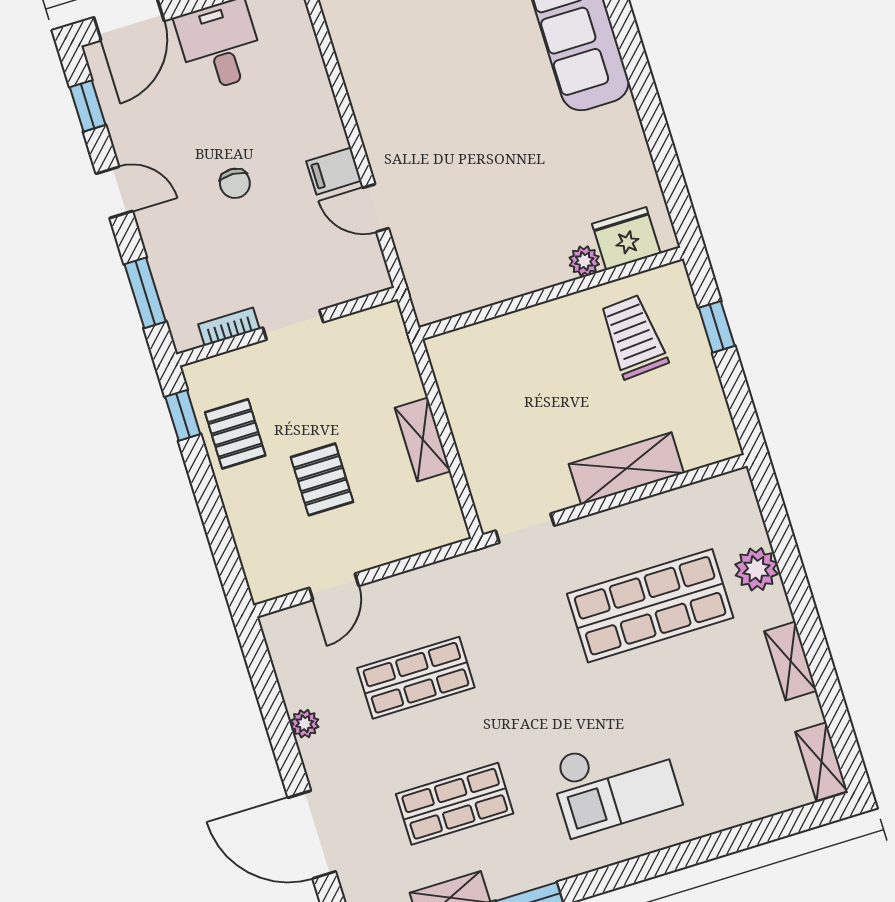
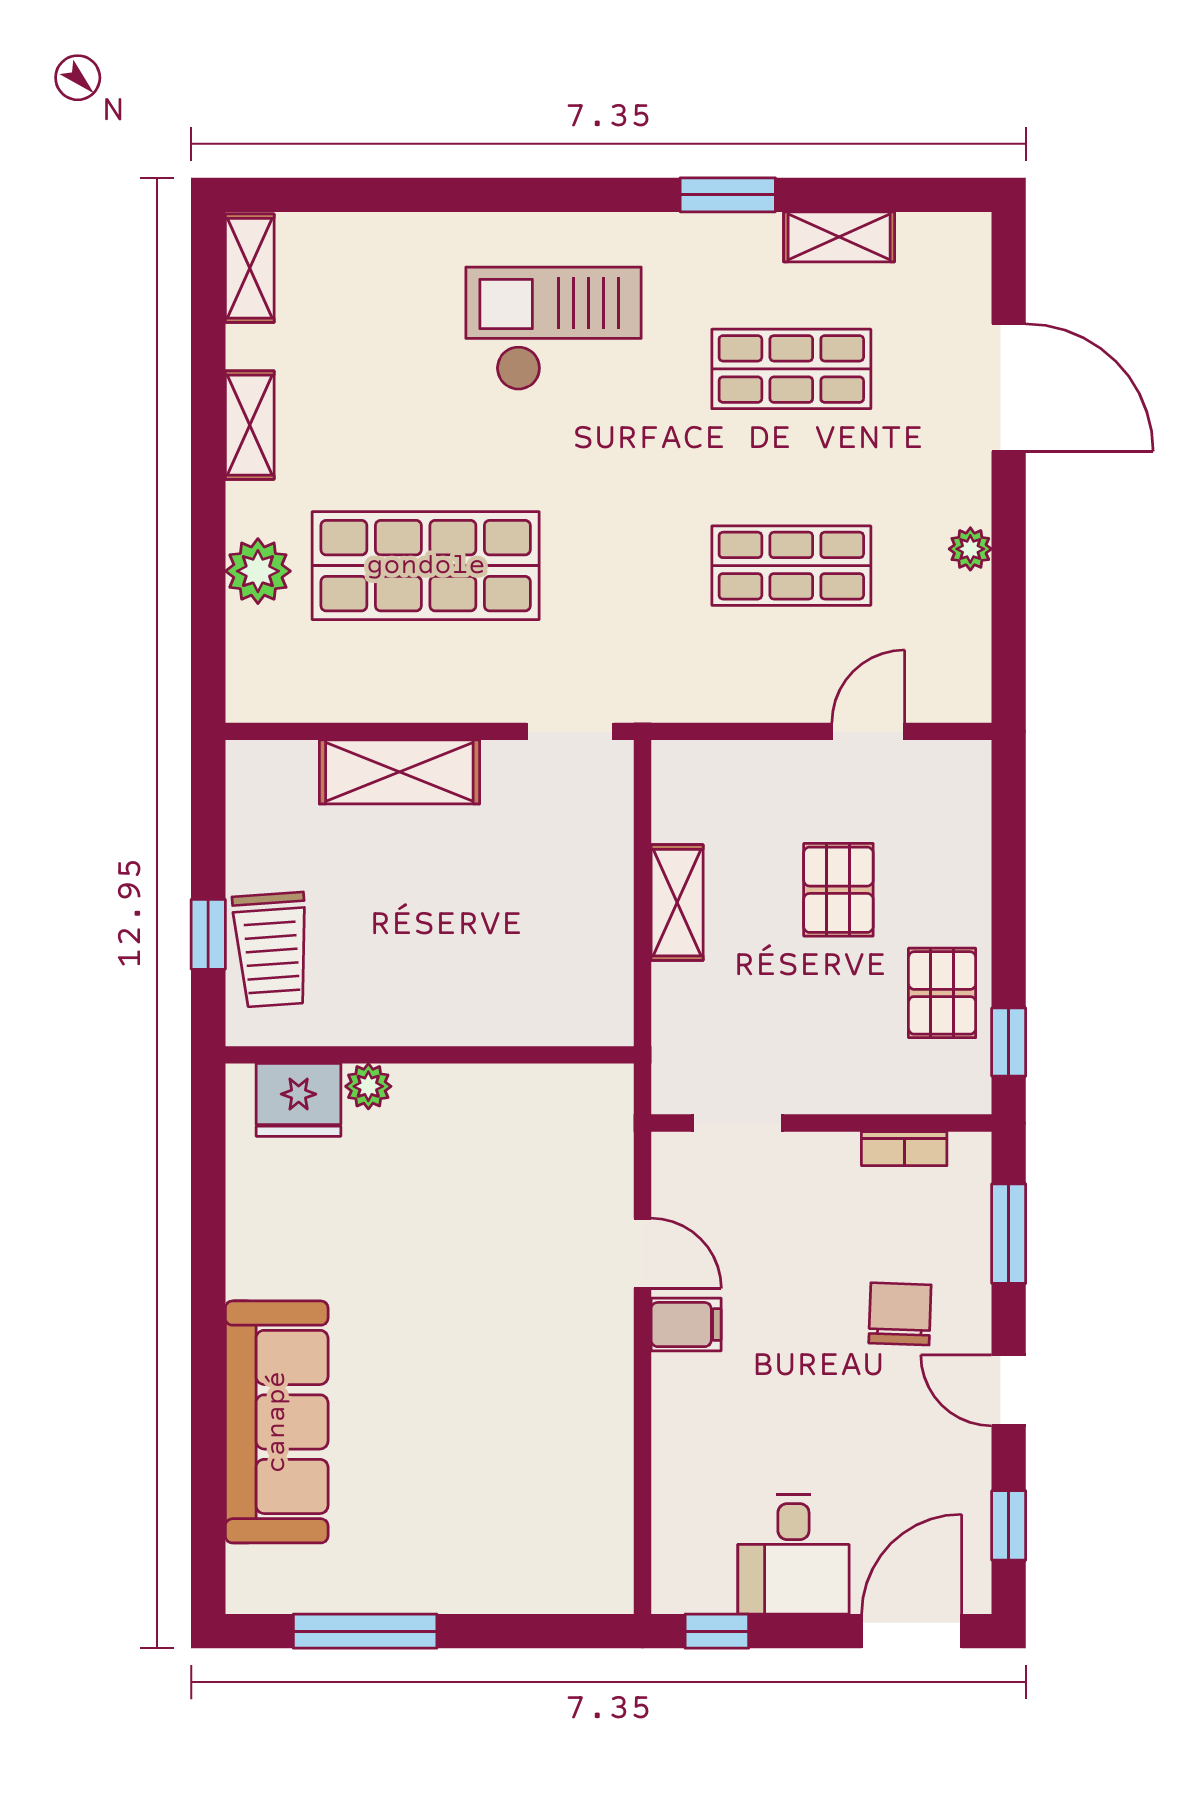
chair: (235, 183) -> (900, 1314), moved, width x1.37, depth x1.37
doorway: (293, 325) -> (738, 1123), moved
trolley: (633, 337) -> (272, 950), moved

